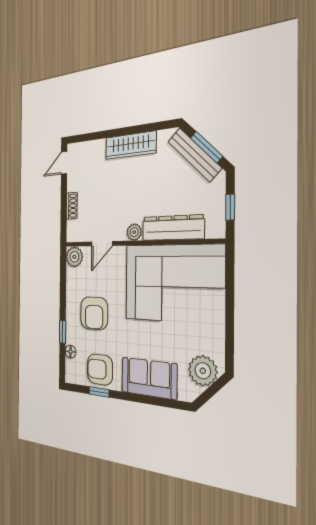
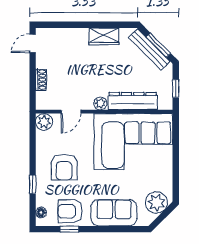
wardrobe: (131, 145) -> (104, 36), width x0.67
floor lamp: (71, 352) -> (41, 212), moved

